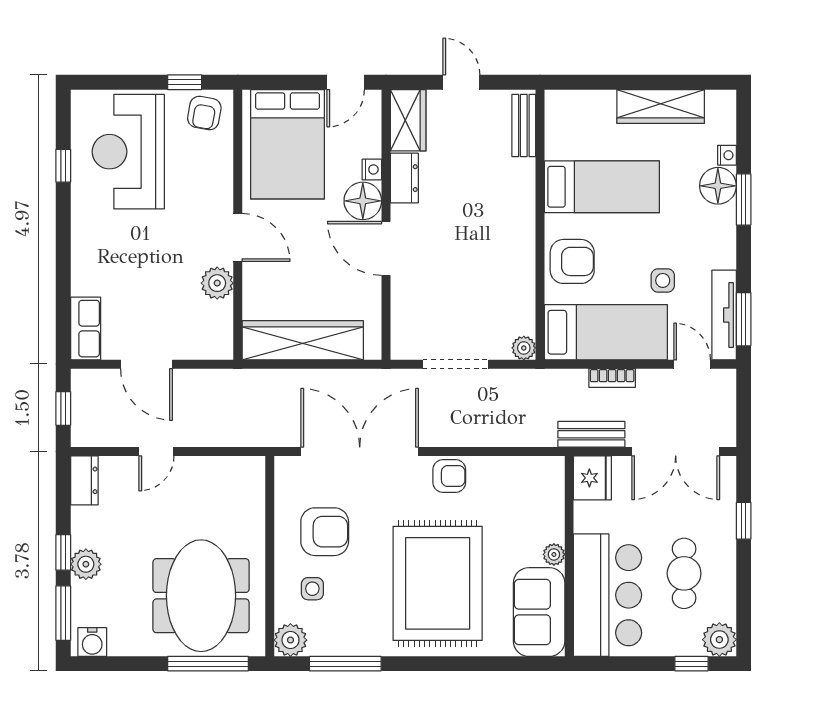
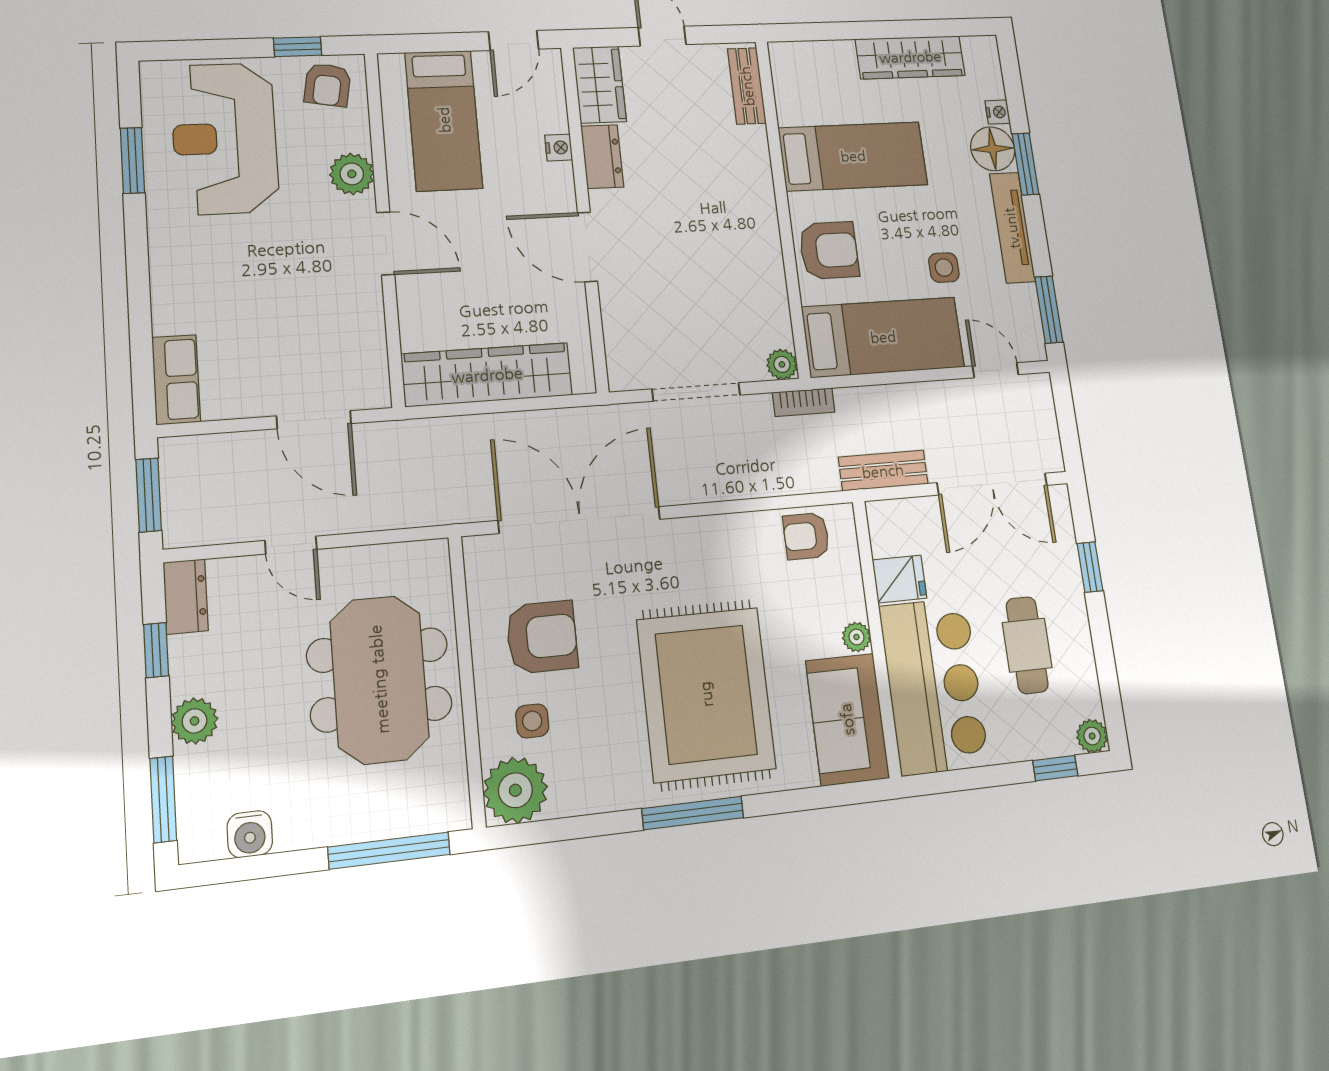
bed: (288, 144) -> (444, 120), width x0.67
window: (63, 166) -> (132, 160), width x1.50
floor lamp: (363, 201) -> (551, 188), removed
plant: (217, 283) -> (352, 174), moved
tv unit: (724, 315) -> (1012, 228), moved
door: (146, 364) -> (314, 420), moved
bookcase: (612, 378) -> (804, 402), moved
window: (63, 409) -> (149, 495), width x1.50
door: (156, 451) -> (291, 545), hinge flipped
armchair: (449, 476) -> (806, 536), moved, turned 180
fridge: (592, 478) -> (899, 579), moved, width x0.72
window: (63, 552) -> (156, 650), moved
meeting table: (201, 596) -> (379, 679), moved
plant: (290, 640) -> (515, 790), width x1.36, depth x1.36
plant: (719, 640) -> (1092, 736), width x0.73, depth x0.73
water cooler: (92, 642) -> (250, 834), moved
window: (345, 664) -> (693, 813), moved

